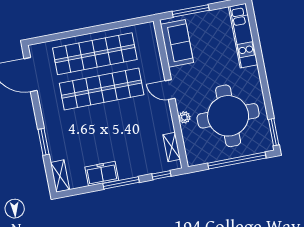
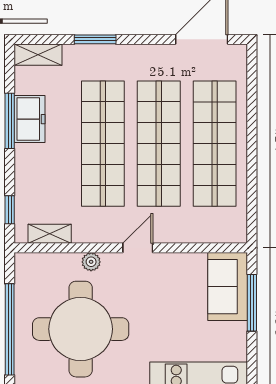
sofa: (177, 43) -> (228, 287), moved, turned 90
shop shelf: (108, 124) -> (103, 144), added
window: (121, 183) -> (10, 121), moved

